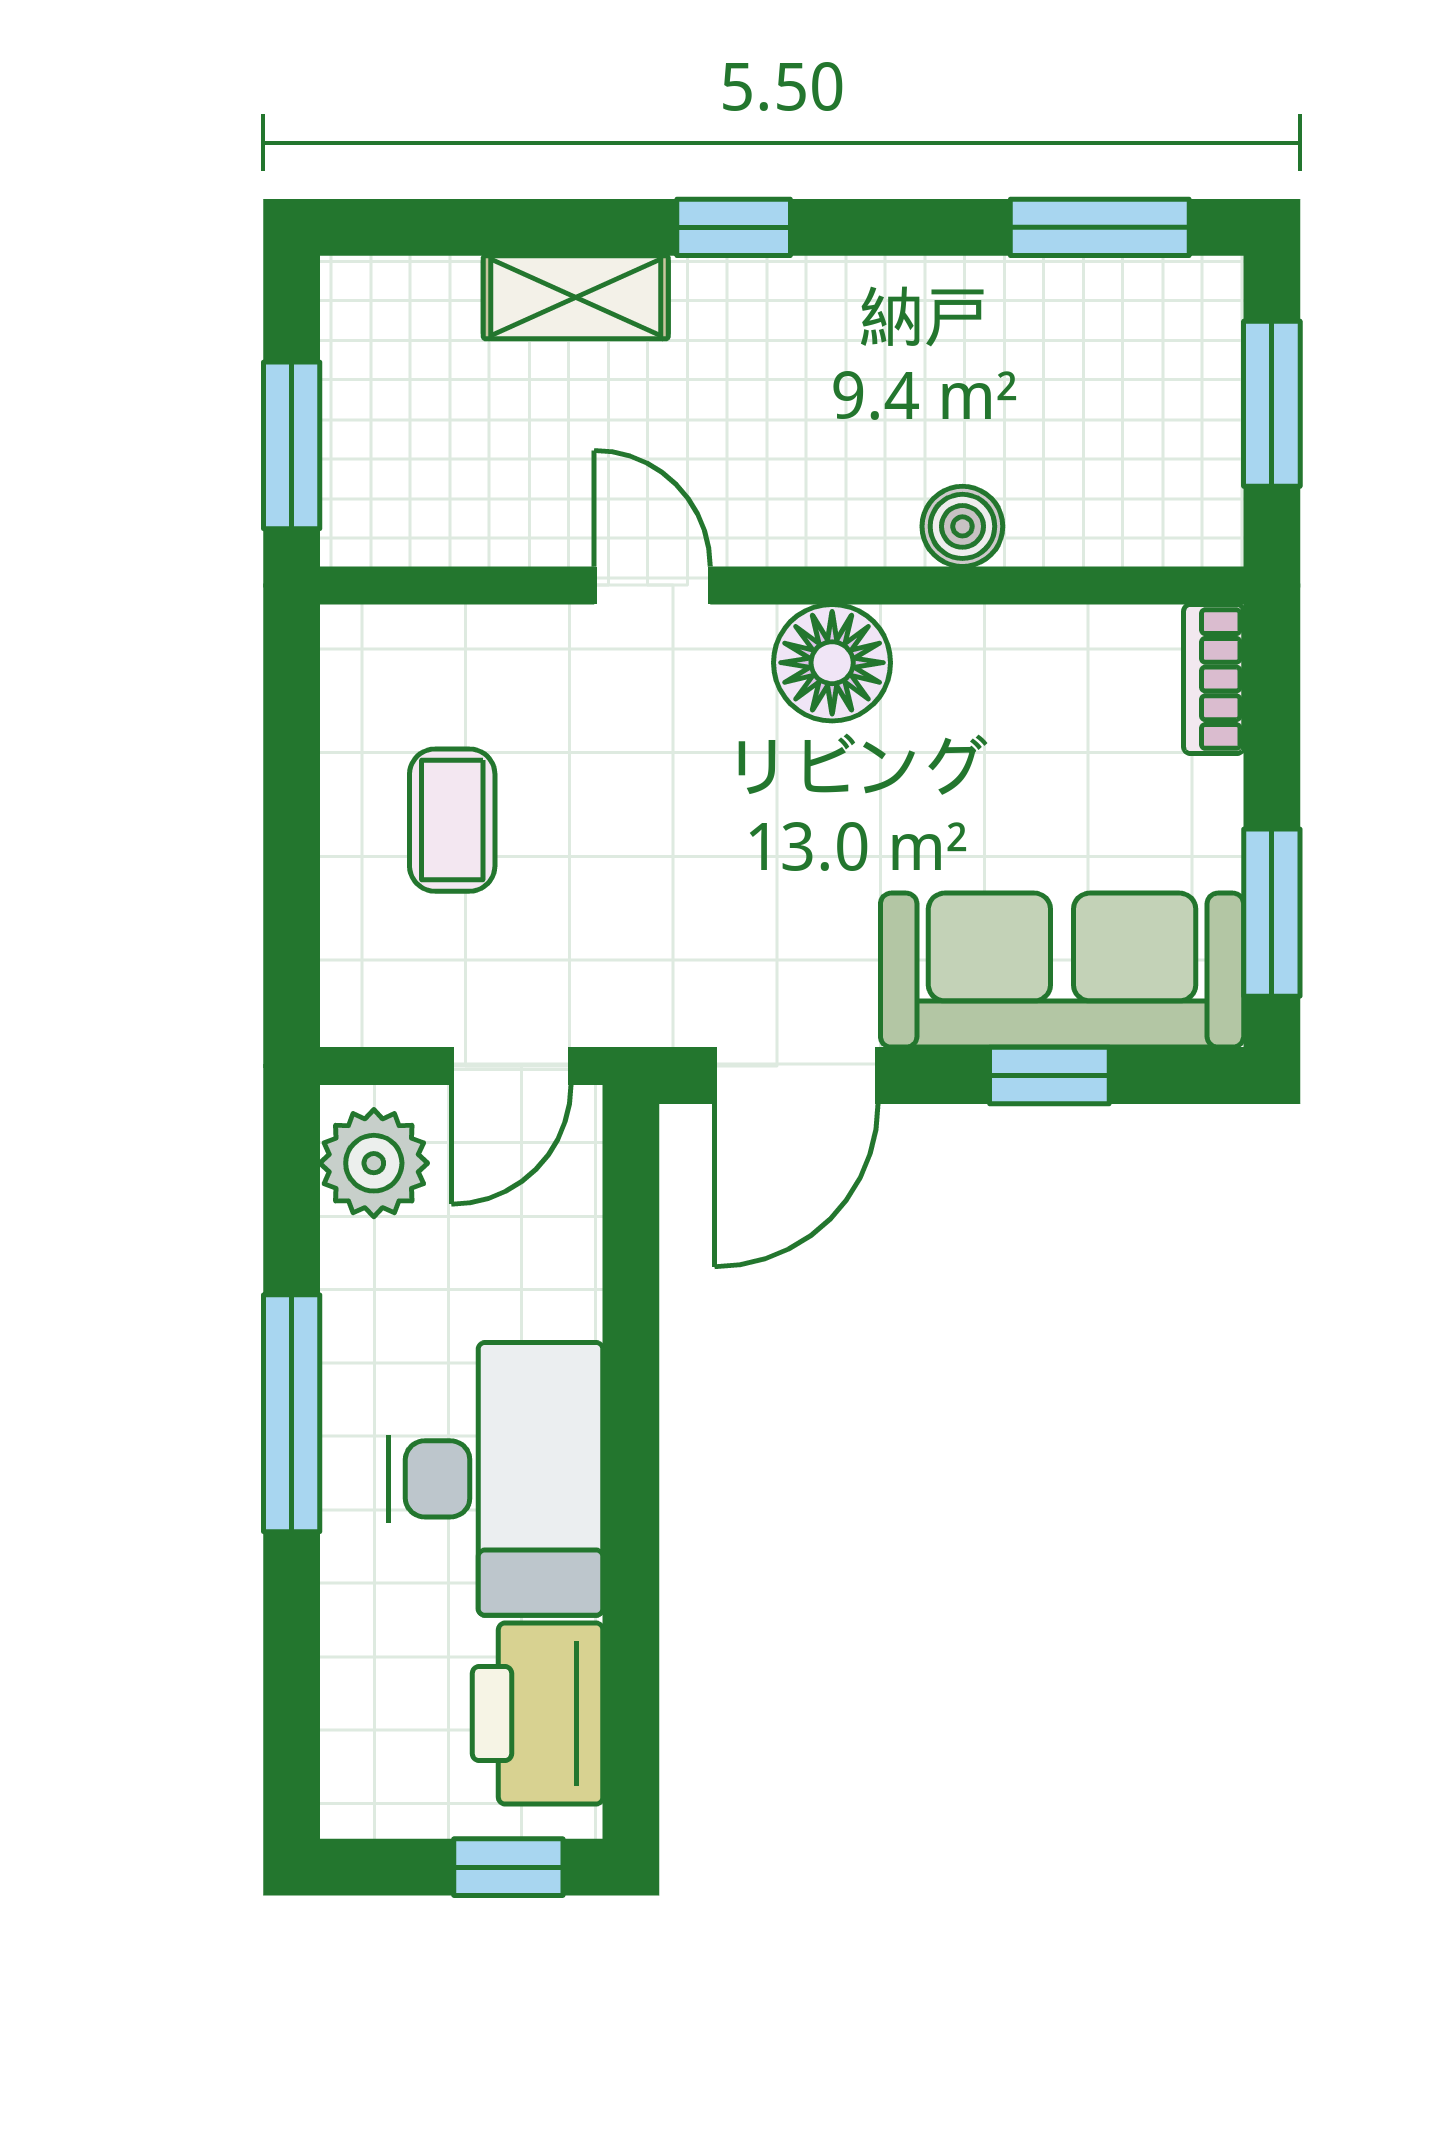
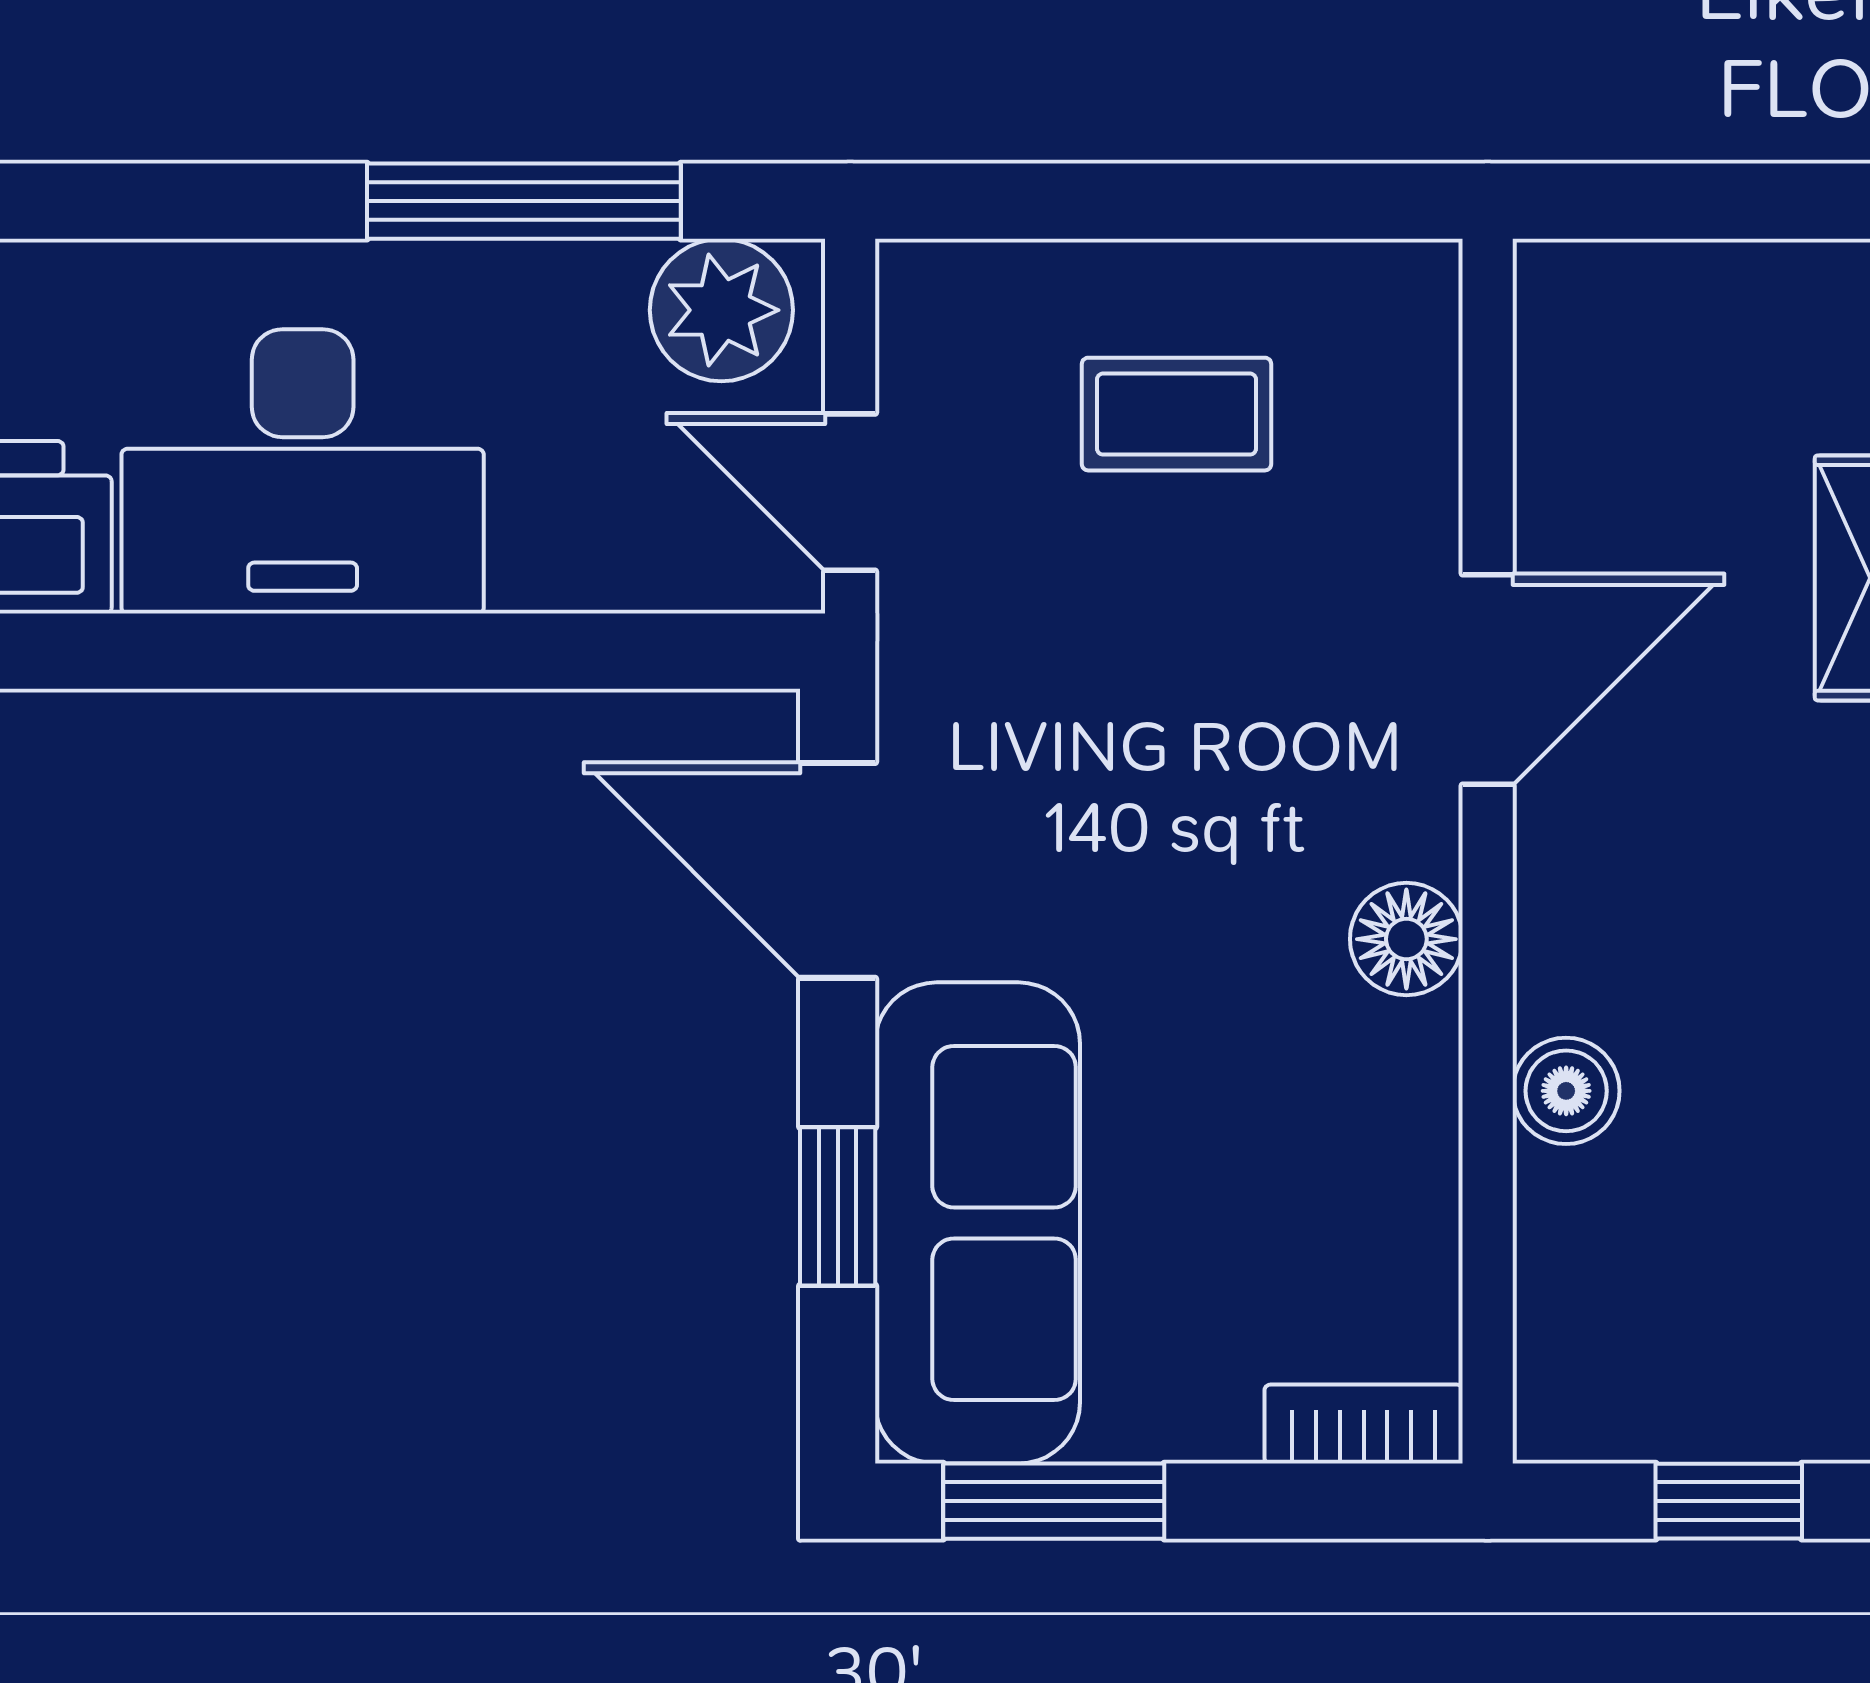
window: (1272, 404) -> (1729, 1501), width x0.67
window: (292, 445) -> (1674, 201), removed
door: (652, 585) -> (1488, 679), width x1.38
floor lamp: (832, 663) -> (1406, 939), width x0.73, depth x0.73
window: (292, 1413) -> (524, 201), moved

